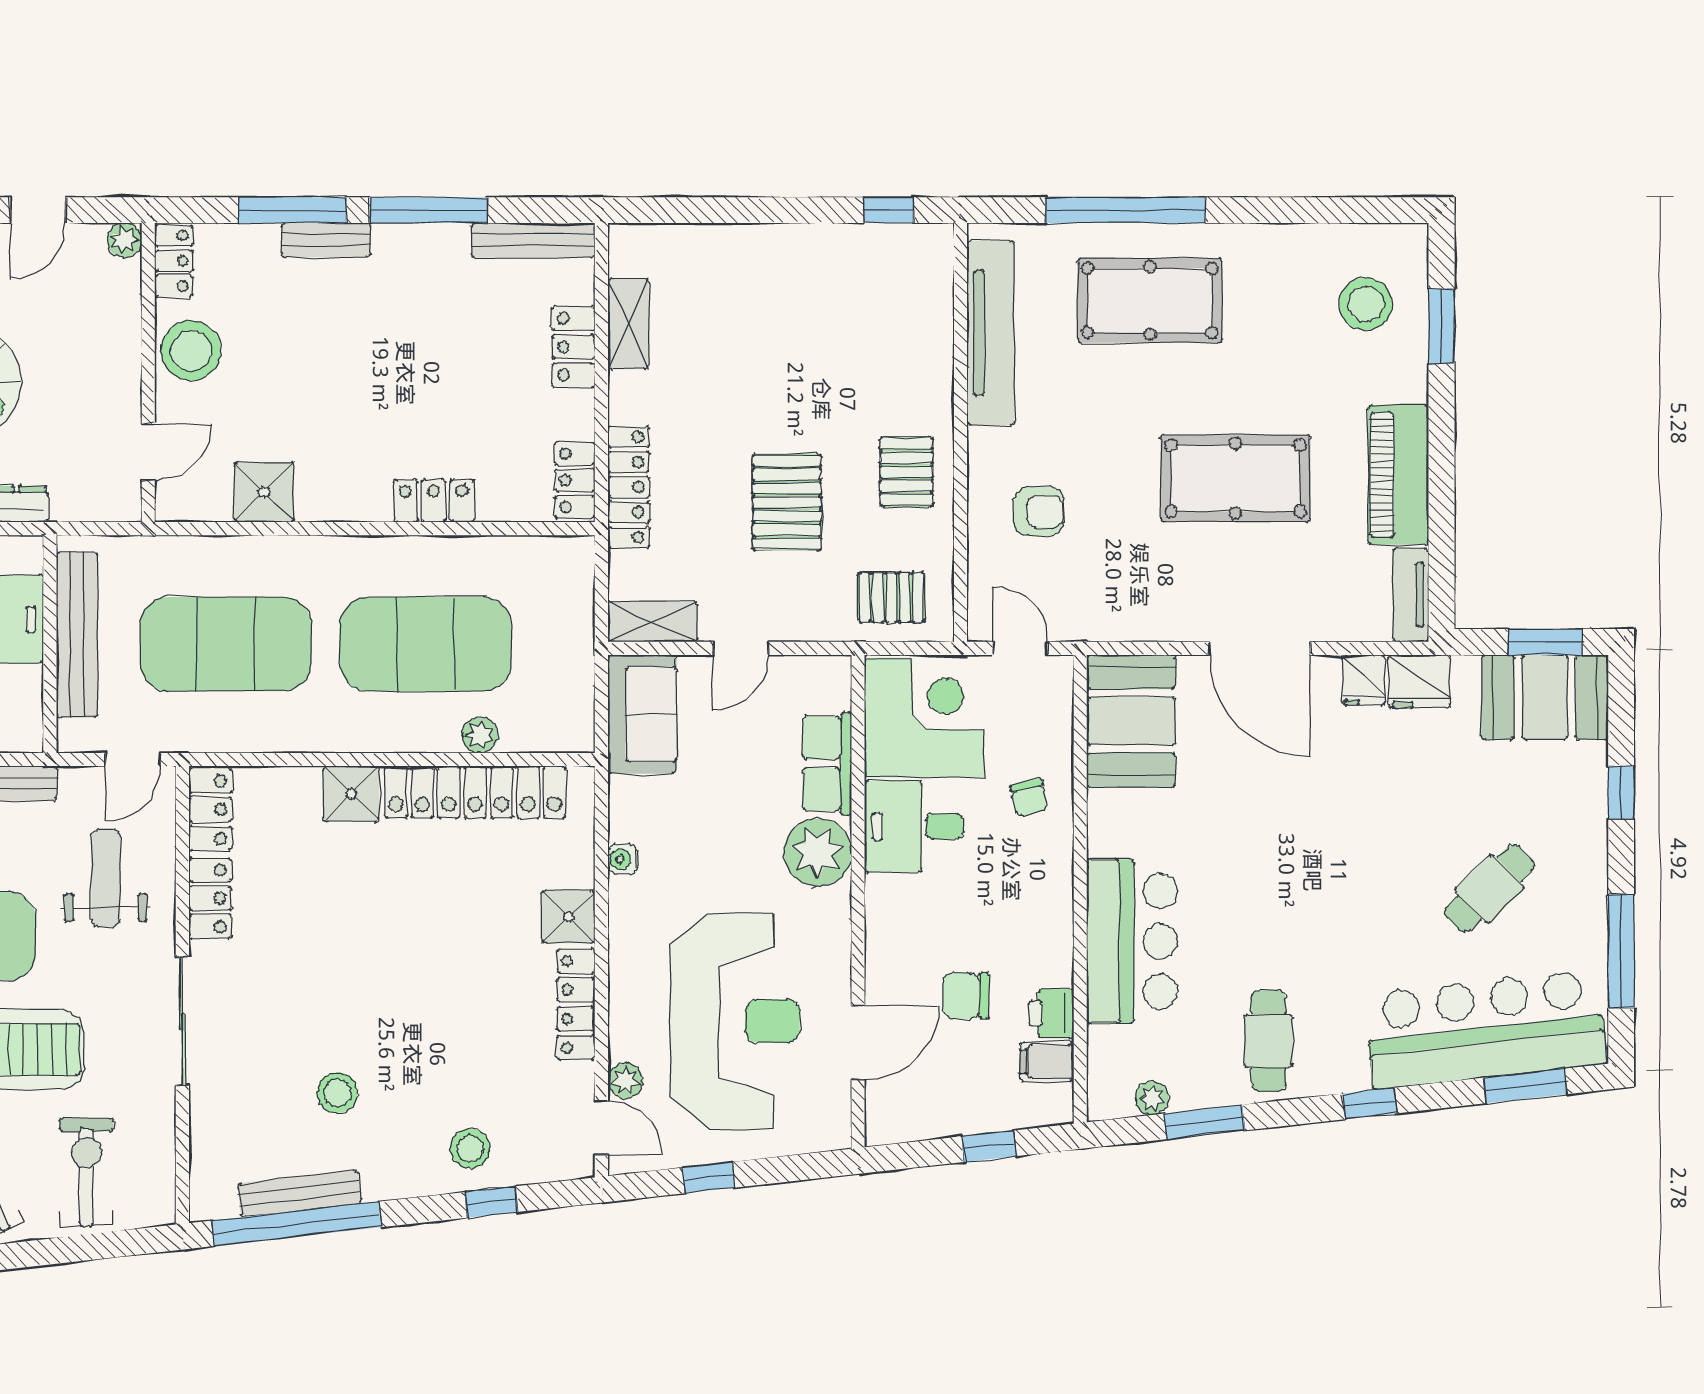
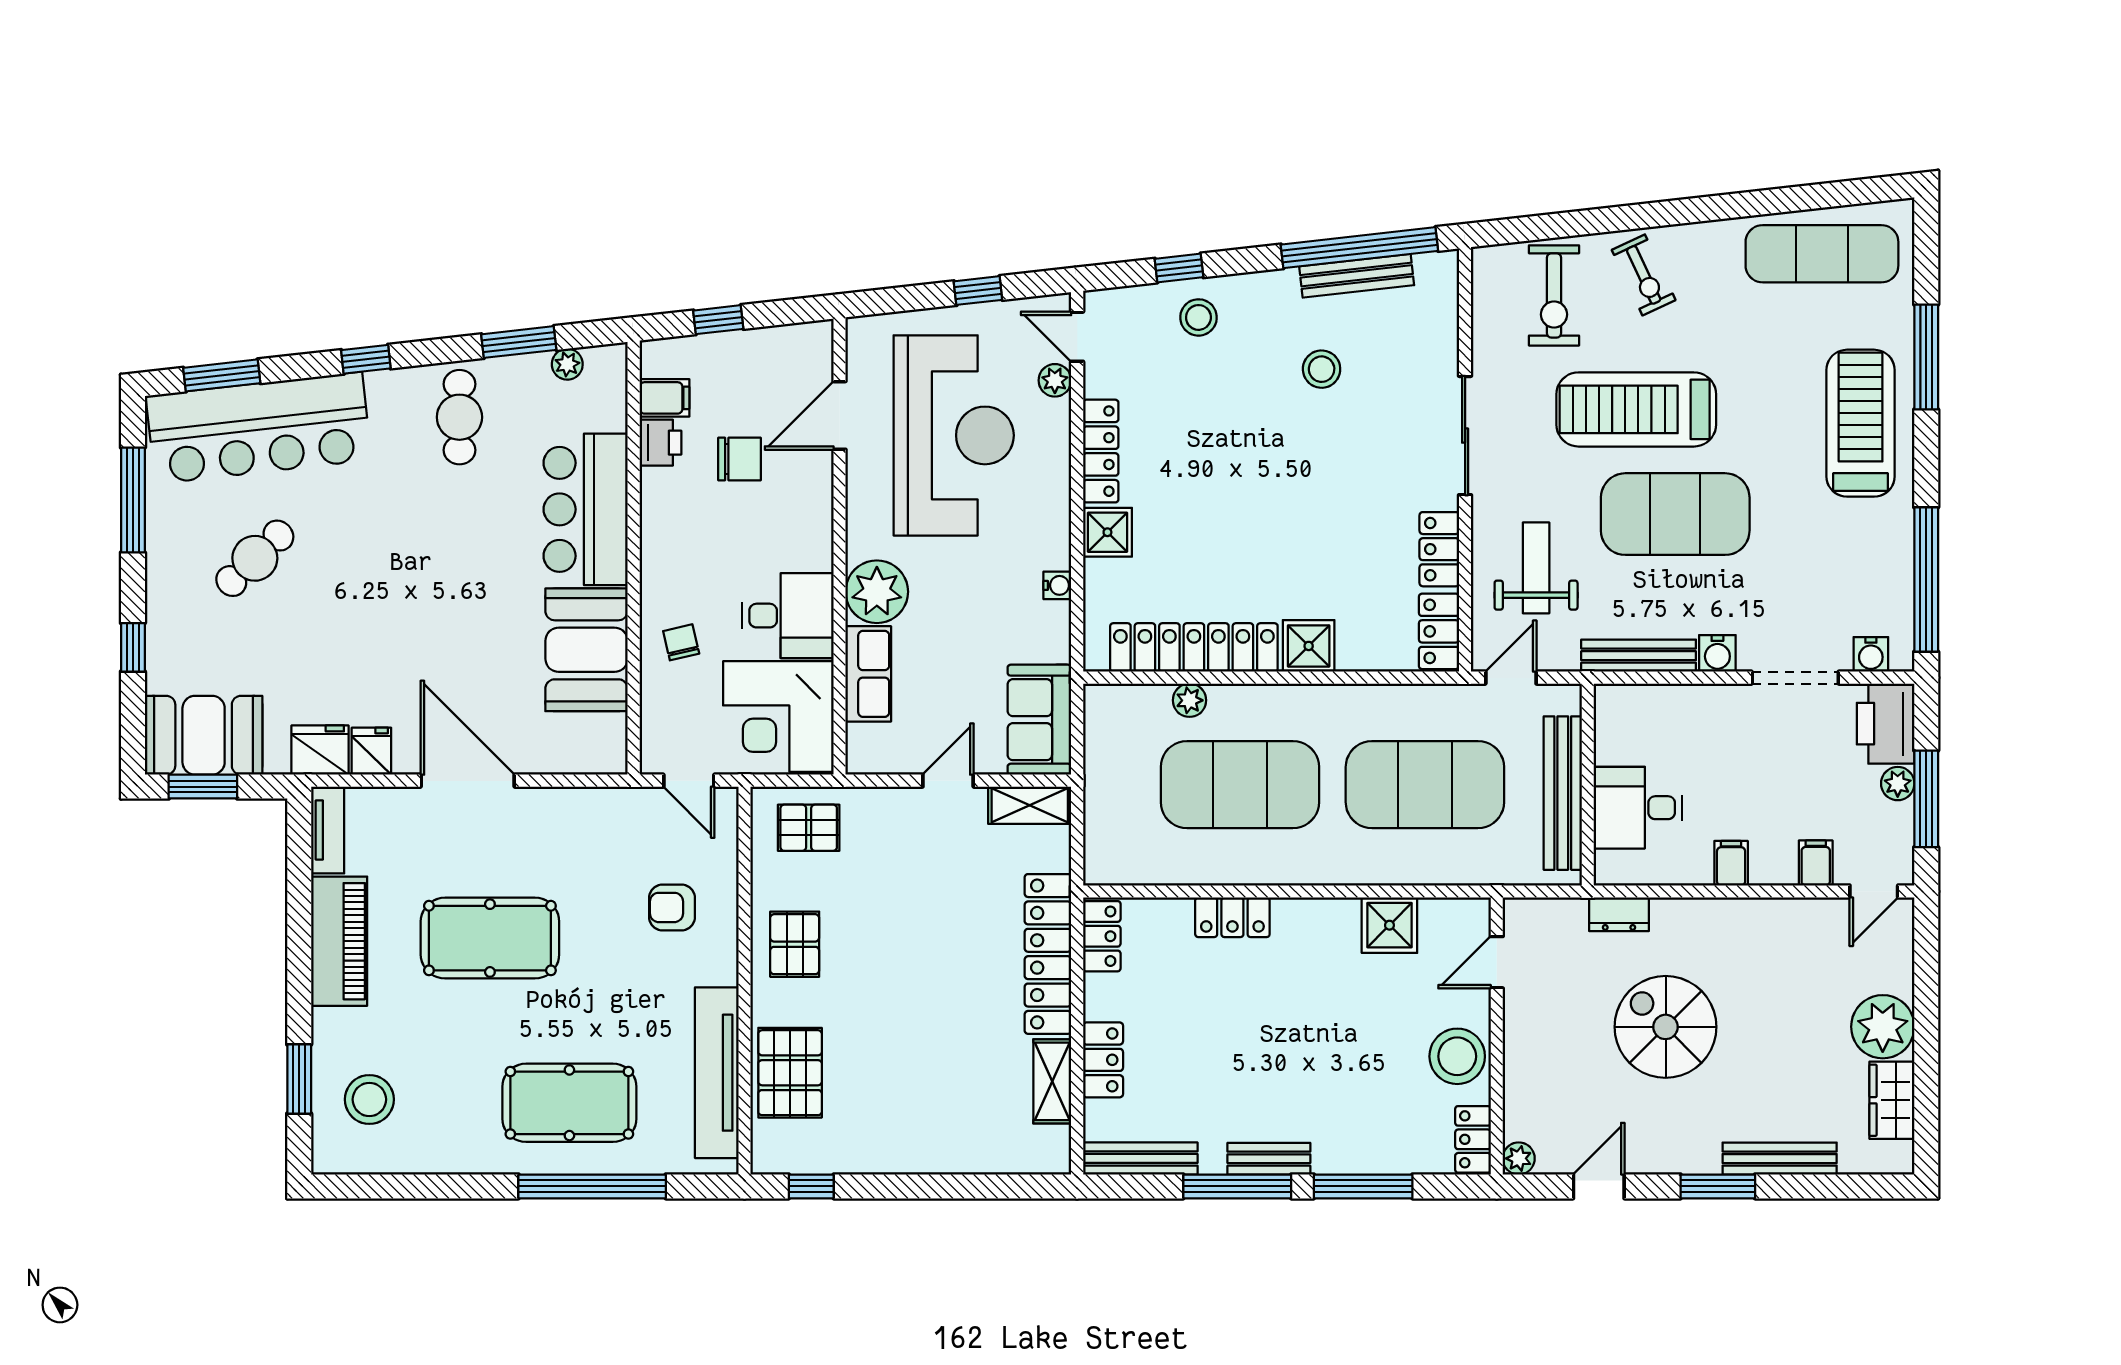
bench: (326, 240) -> (1269, 1159), moved
locker: (629, 487) -> (1048, 954), width x1.41, depth x1.21
pallet: (787, 502) -> (790, 1073), moved
booth: (1131, 721) -> (587, 650), moved
weight bench: (106, 878) -> (1536, 568), turned 180
reception desk: (735, 1021) -> (954, 435), turned 180

